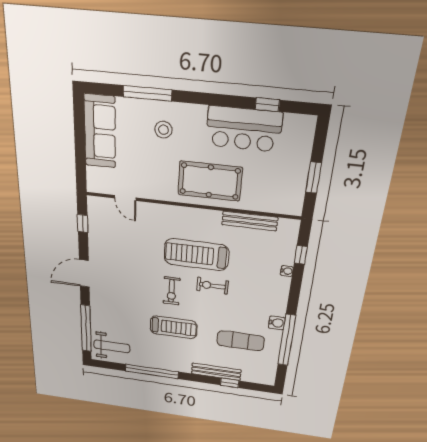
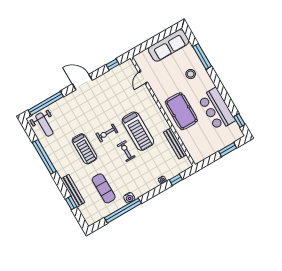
window: (267, 105) -> (239, 120), moved
window: (314, 178) -> (228, 150), moved
treadmill: (196, 255) -> (138, 131), turned 180

